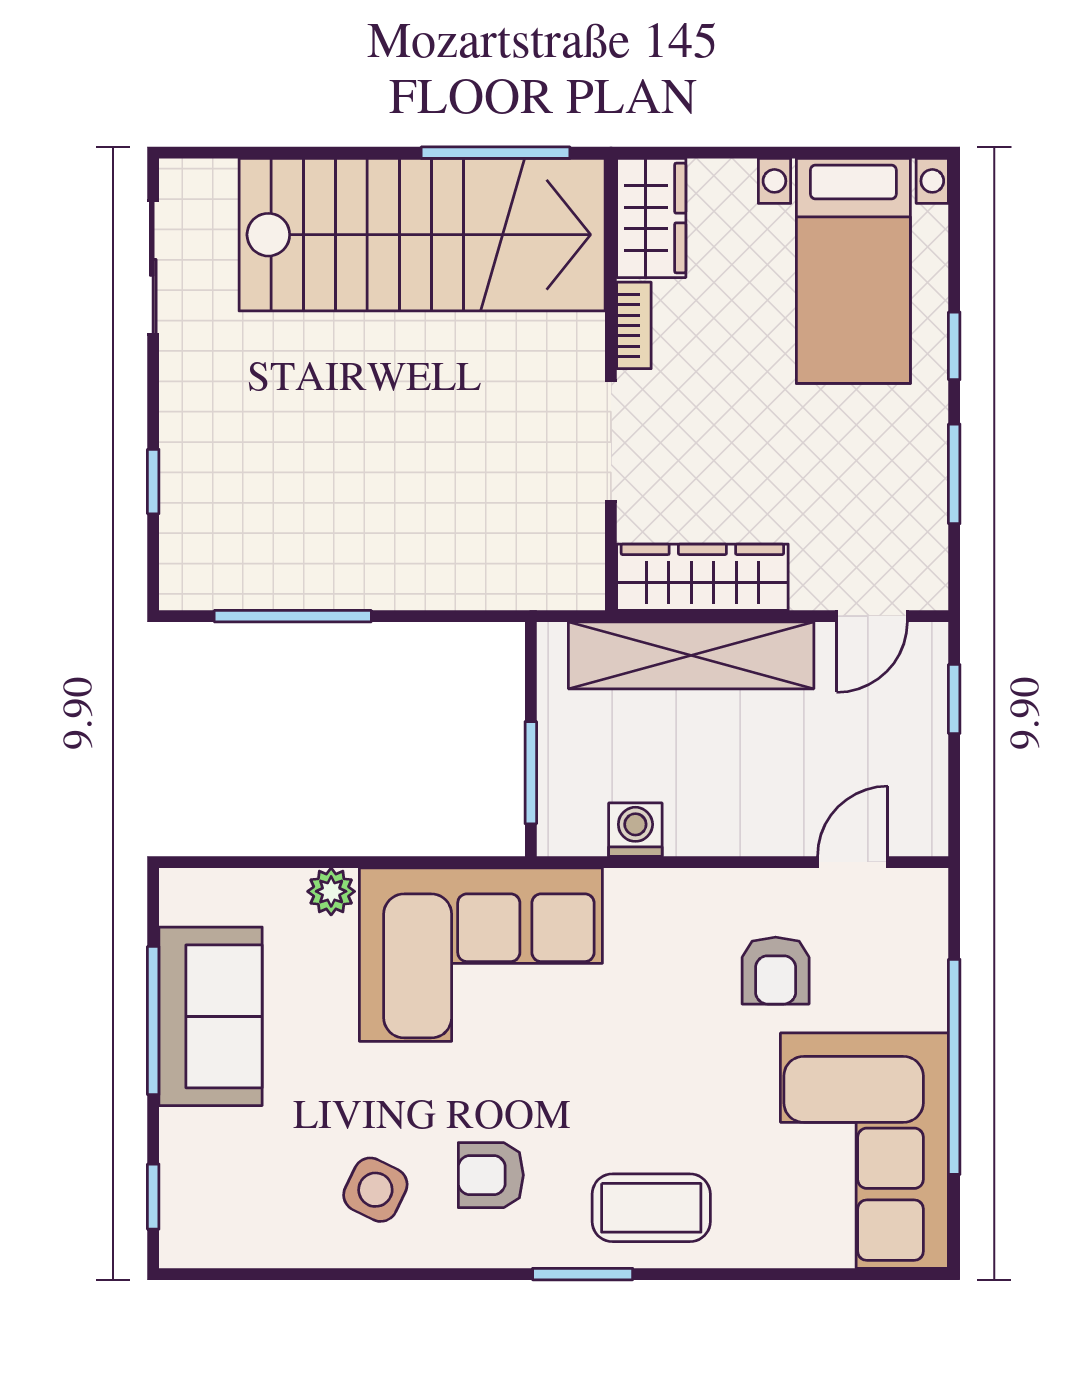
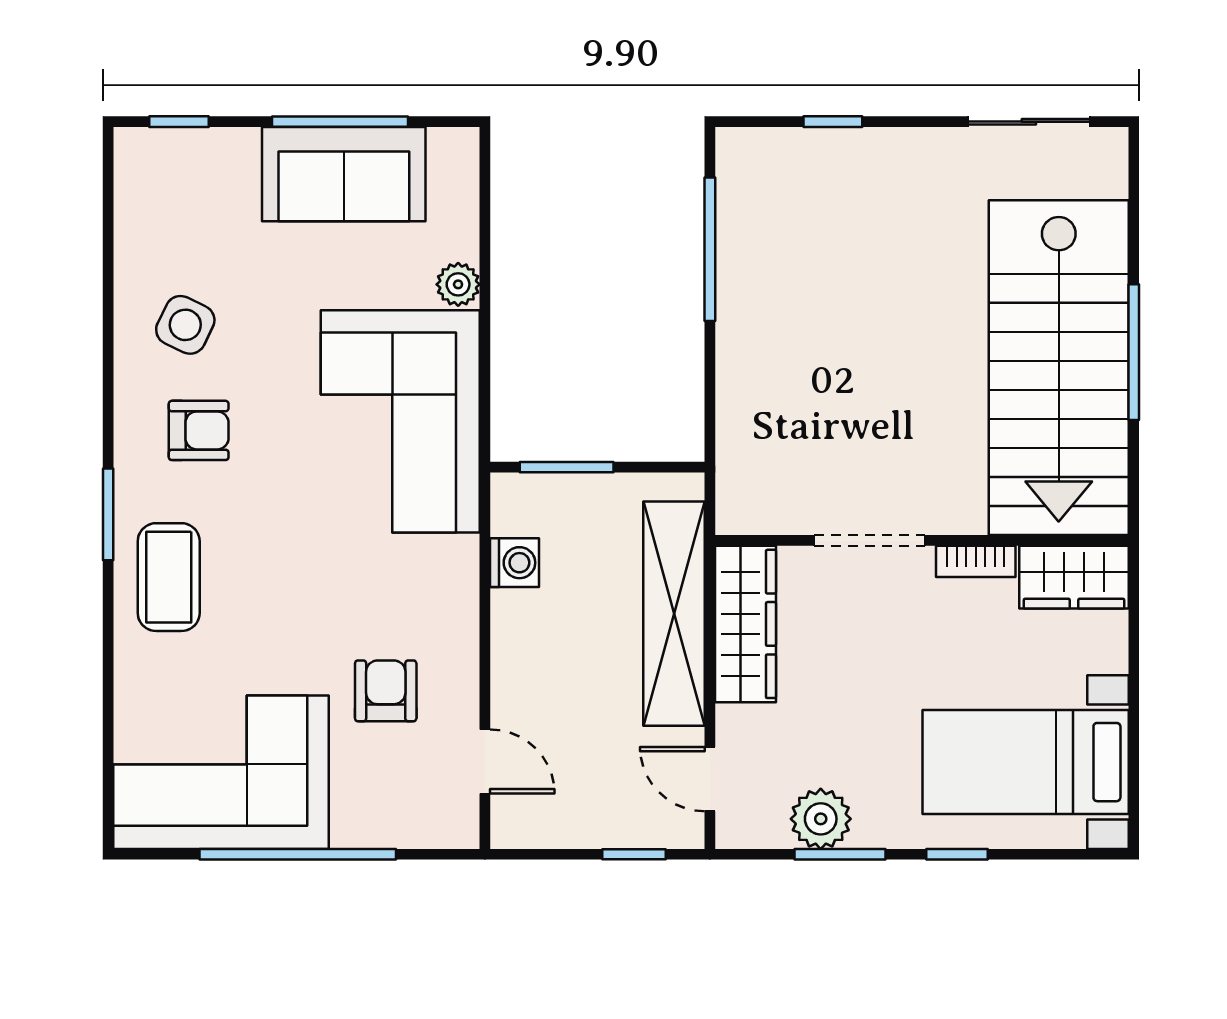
window: (496, 153) -> (1134, 352), moved
plant: (916, 495) -> (821, 819), added
armchair: (776, 971) -> (386, 691), turned 90
armchair: (491, 1175) -> (199, 430), turned 90

